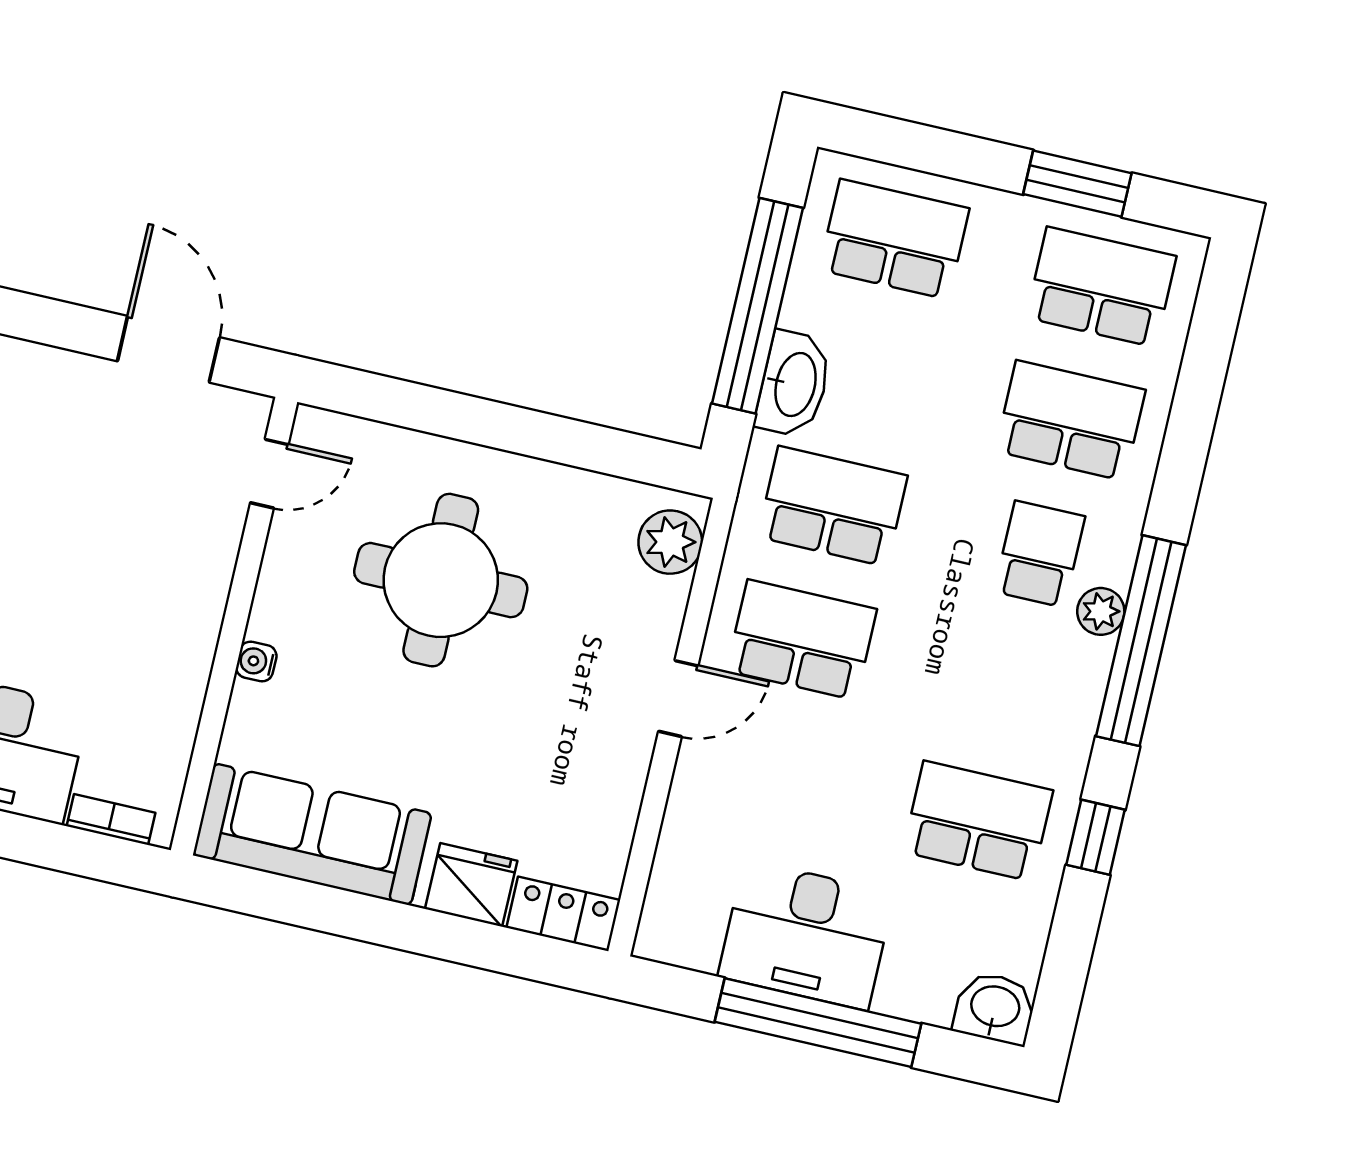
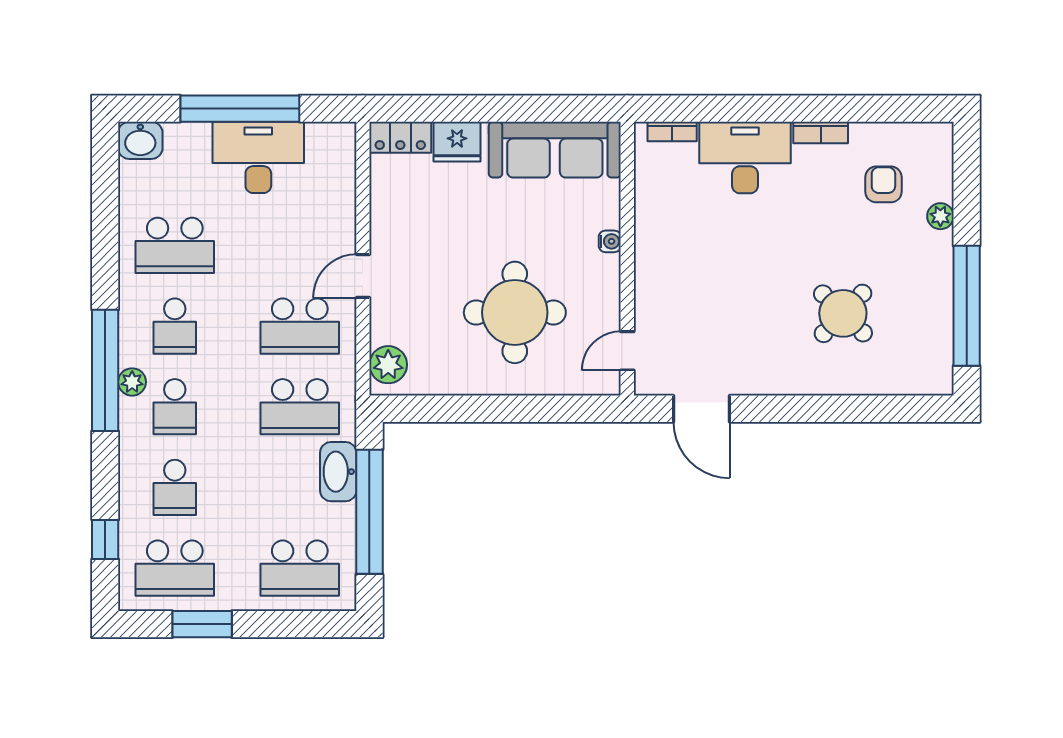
school desk: (1070, 420) -> (175, 487), width x0.54
school desk: (1009, 688) -> (175, 326), added
window: (1096, 837) -> (105, 540), moved

